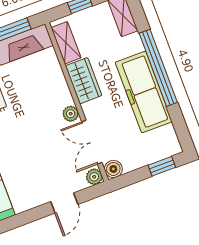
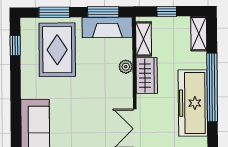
plant: (71, 114) -> (126, 67), moved

